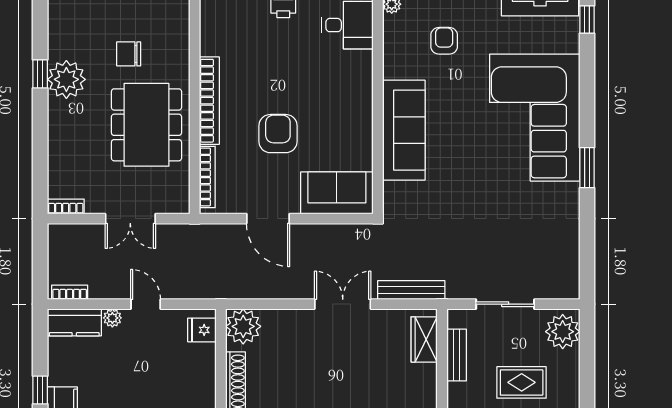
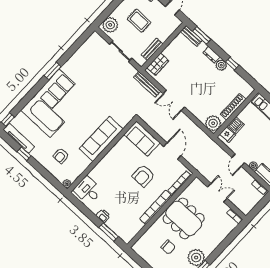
dining table: (146, 125) -> (184, 218), turned 90
dishwasher: (203, 358) -> (236, 125), added

